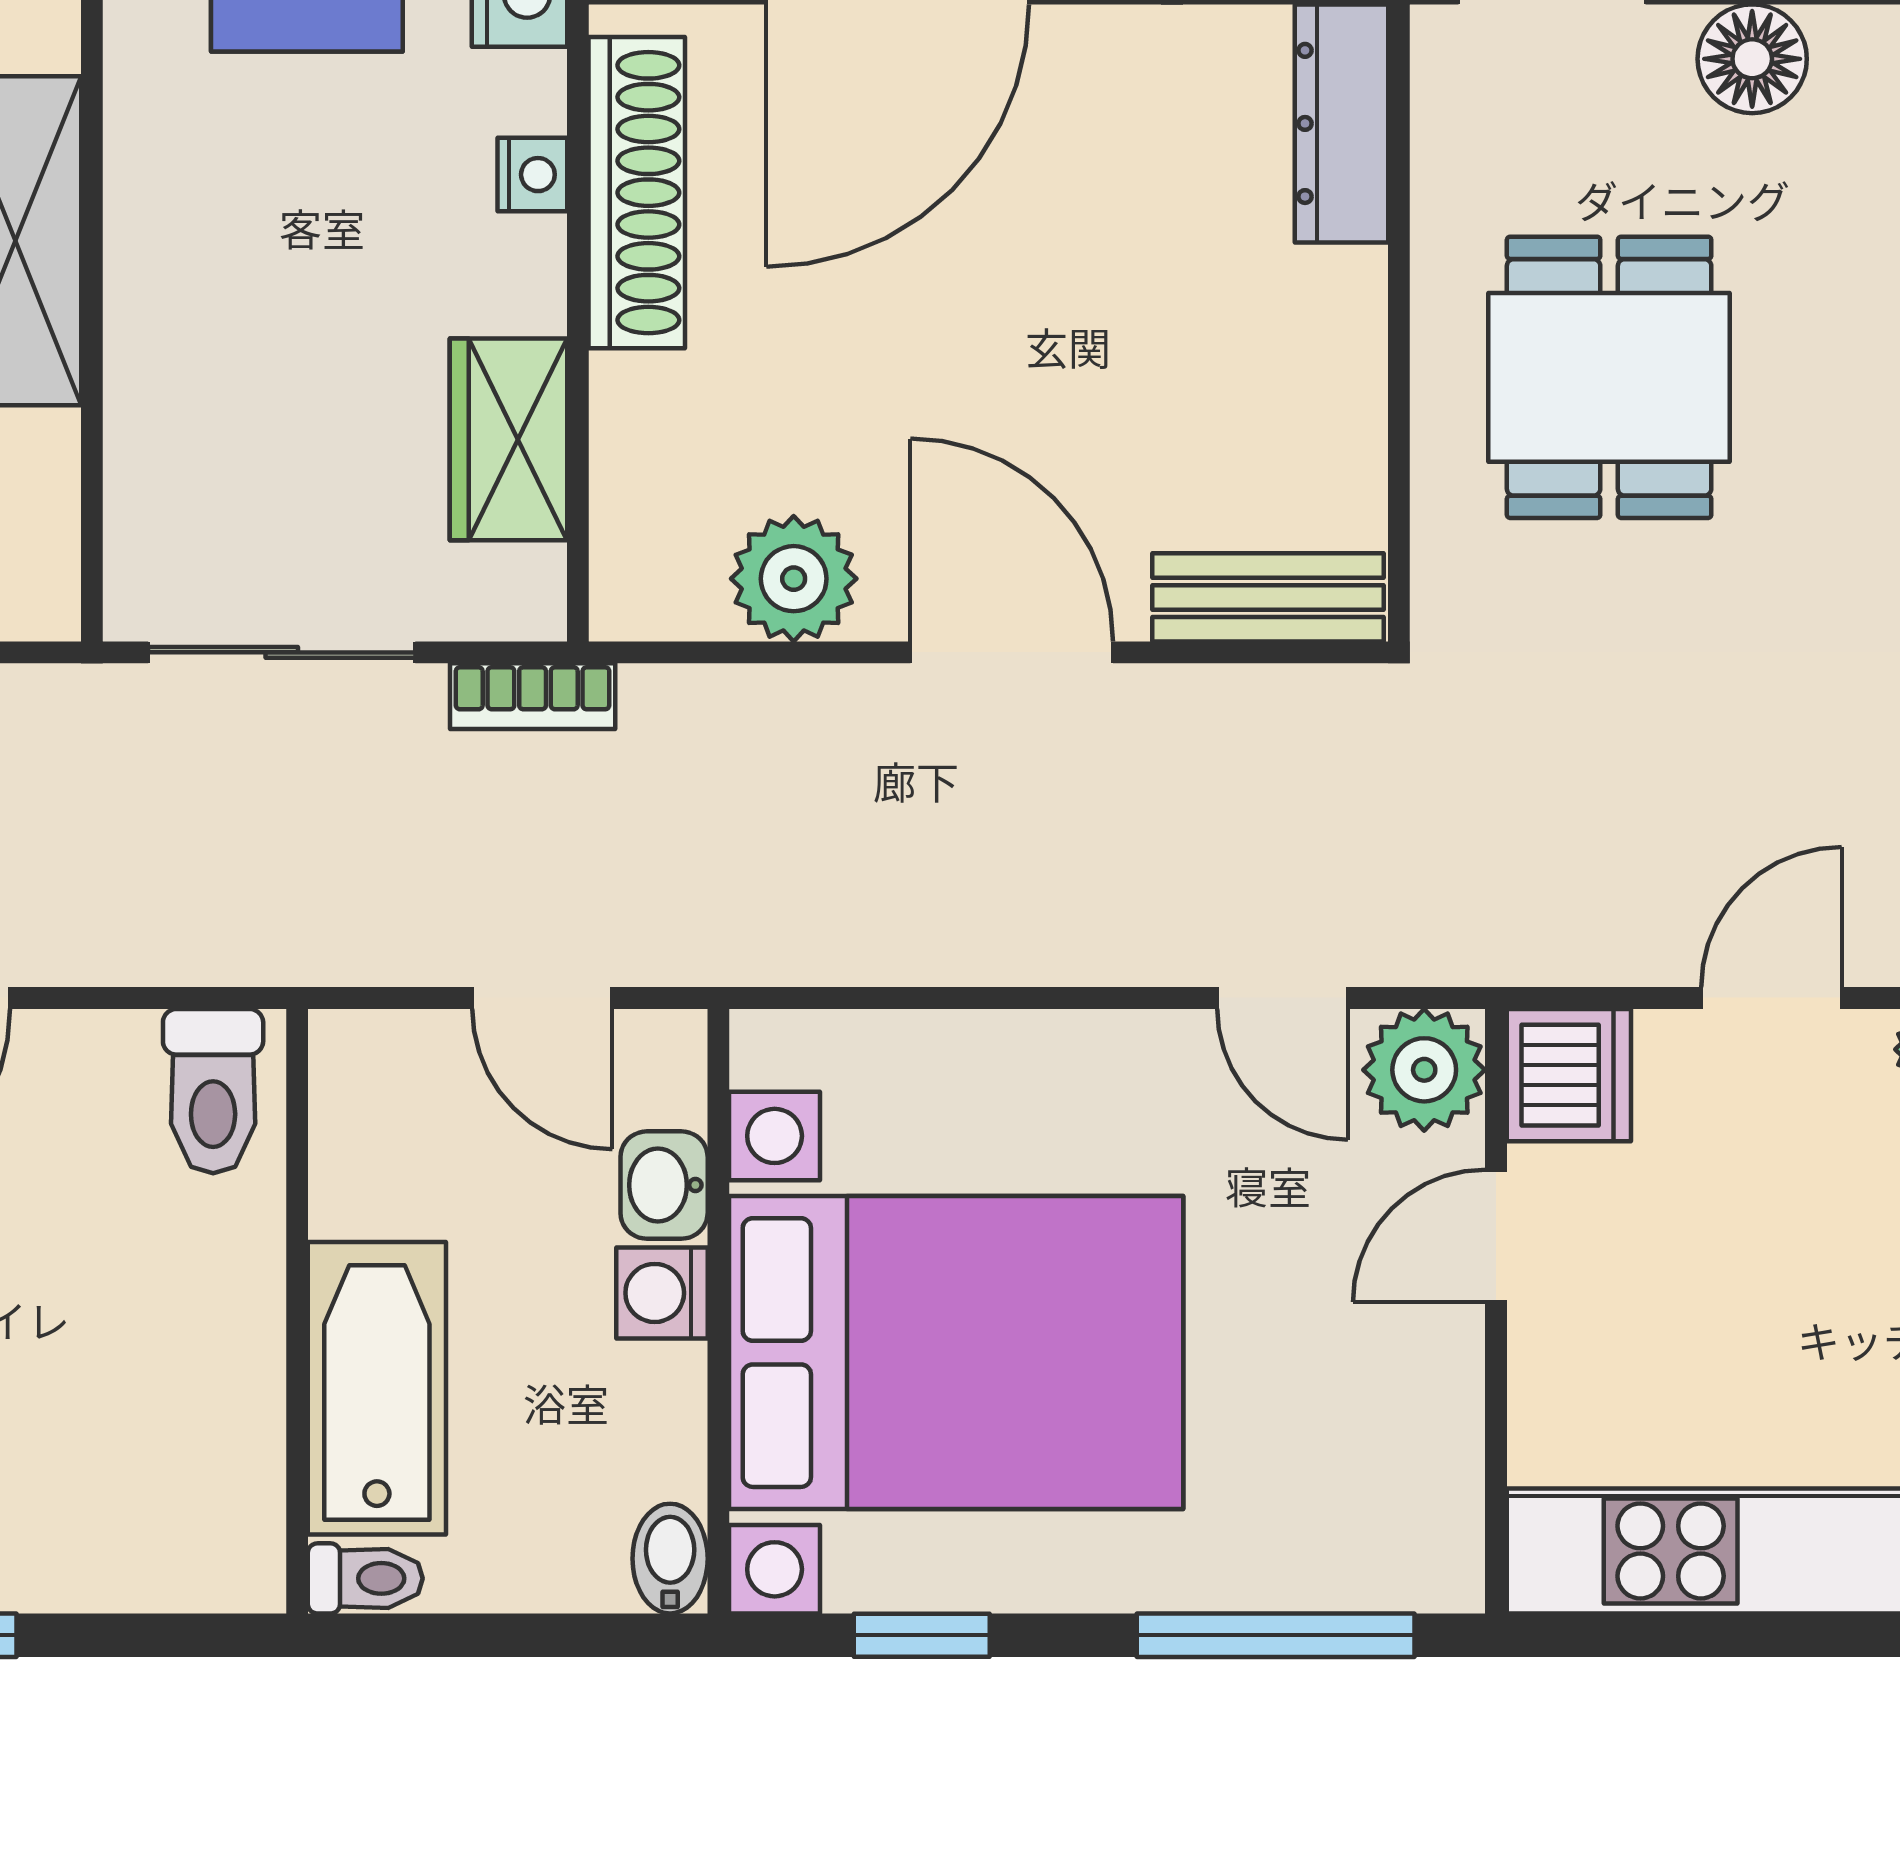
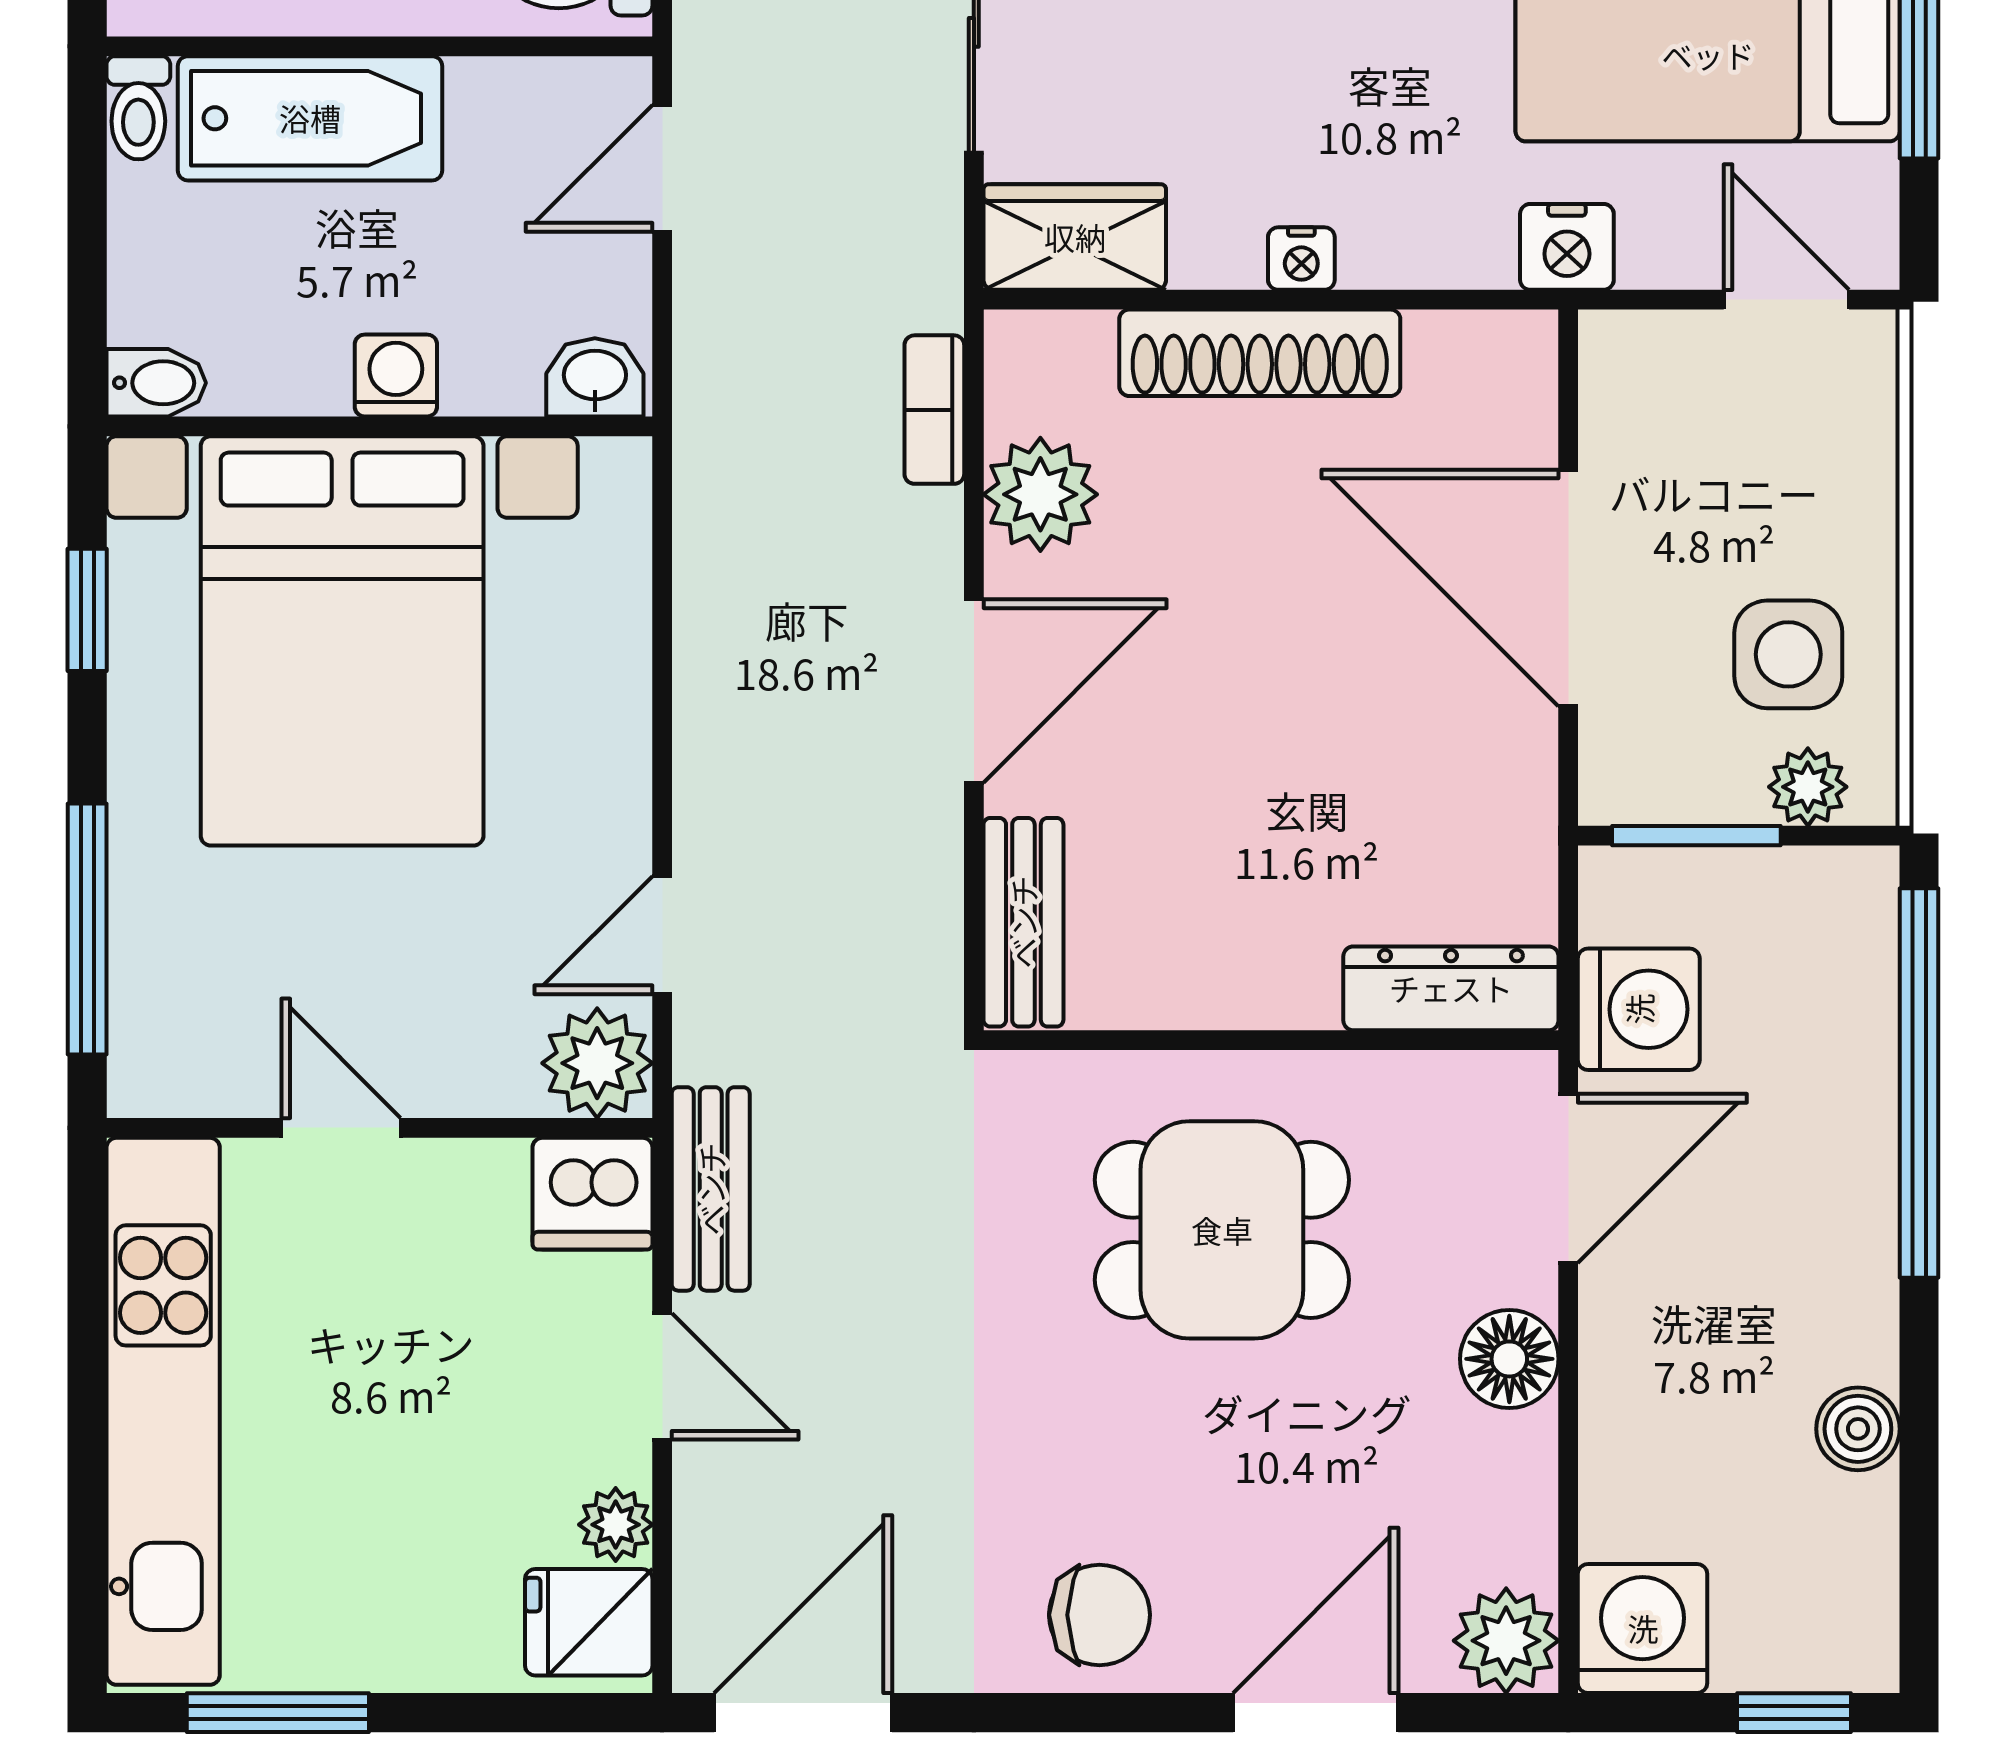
nightstand: (532, 175) -> (1301, 259), moved
shoe rack: (637, 193) -> (1260, 353), moved
wardrobe: (509, 439) -> (1075, 237), moved
bookcase: (533, 696) -> (934, 410), moved
bench: (1564, 944) -> (711, 1189), added
door: (542, 998) -> (662, 168), moved
washbasin: (664, 1185) -> (595, 377), moved
door: (1496, 1236) -> (341, 1128), moved

